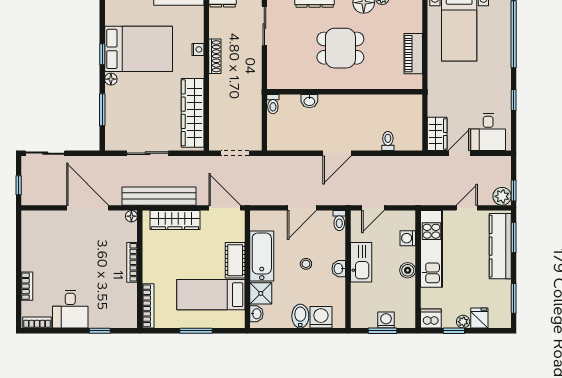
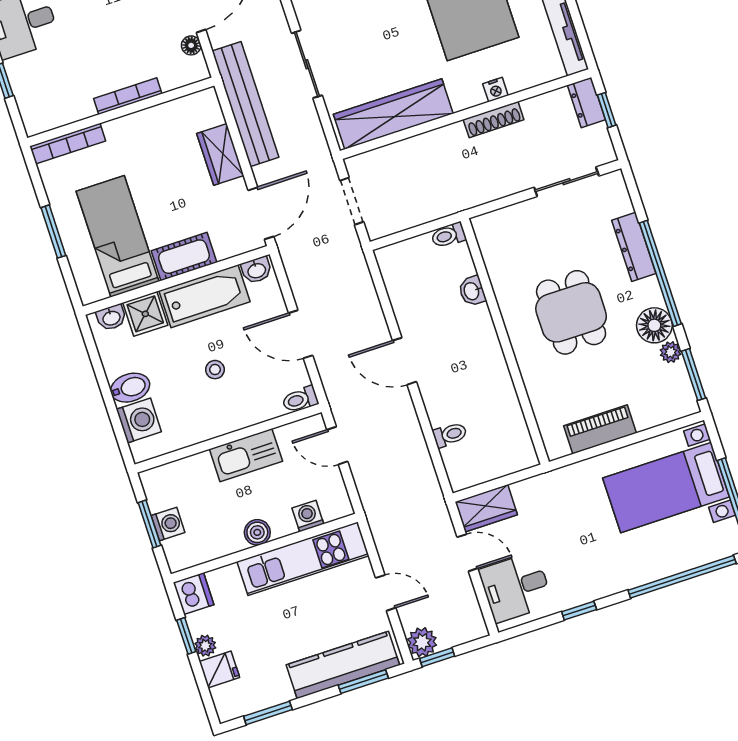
floor lamp: (131, 216) -> (191, 45), moved
wardrobe: (175, 220) -> (220, 154), width x0.67
washbasin: (339, 269) -> (256, 270), moved, turned 180

